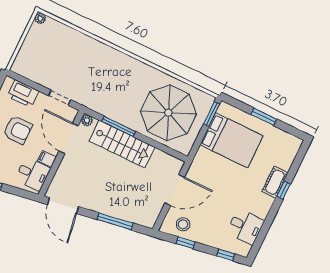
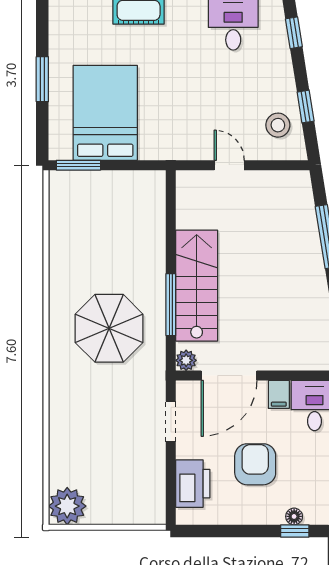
plant: (40, 18) -> (67, 506), width x1.88, depth x1.88
parasol: (168, 113) -> (109, 328), moved, width x0.73, depth x0.73
door: (175, 190) -> (229, 165), width x0.53

